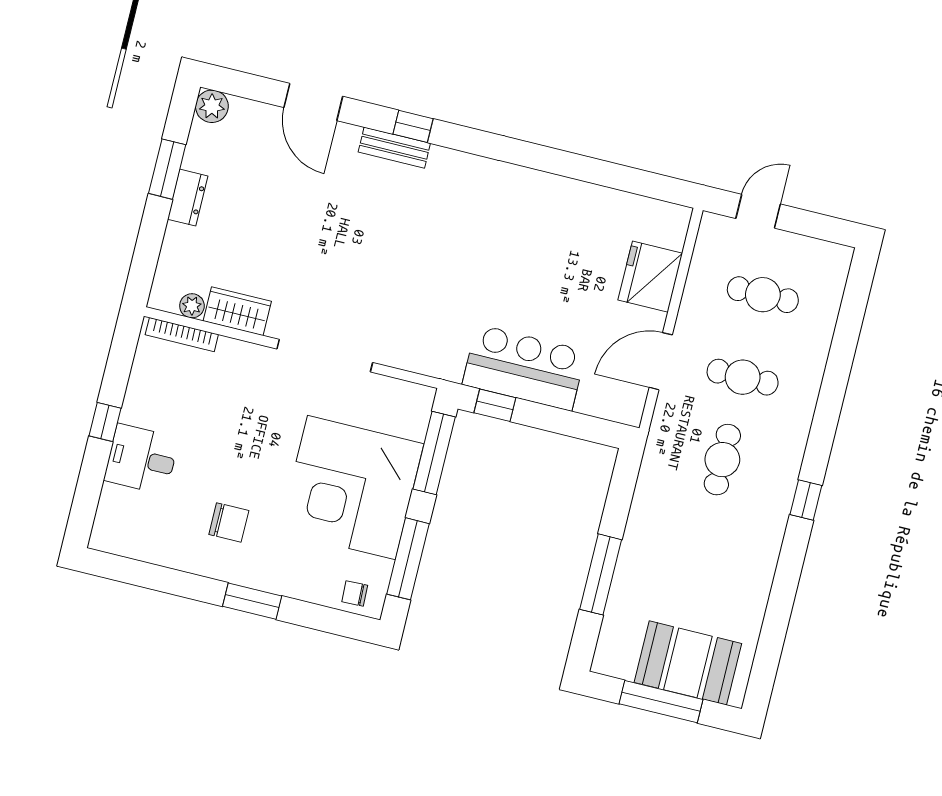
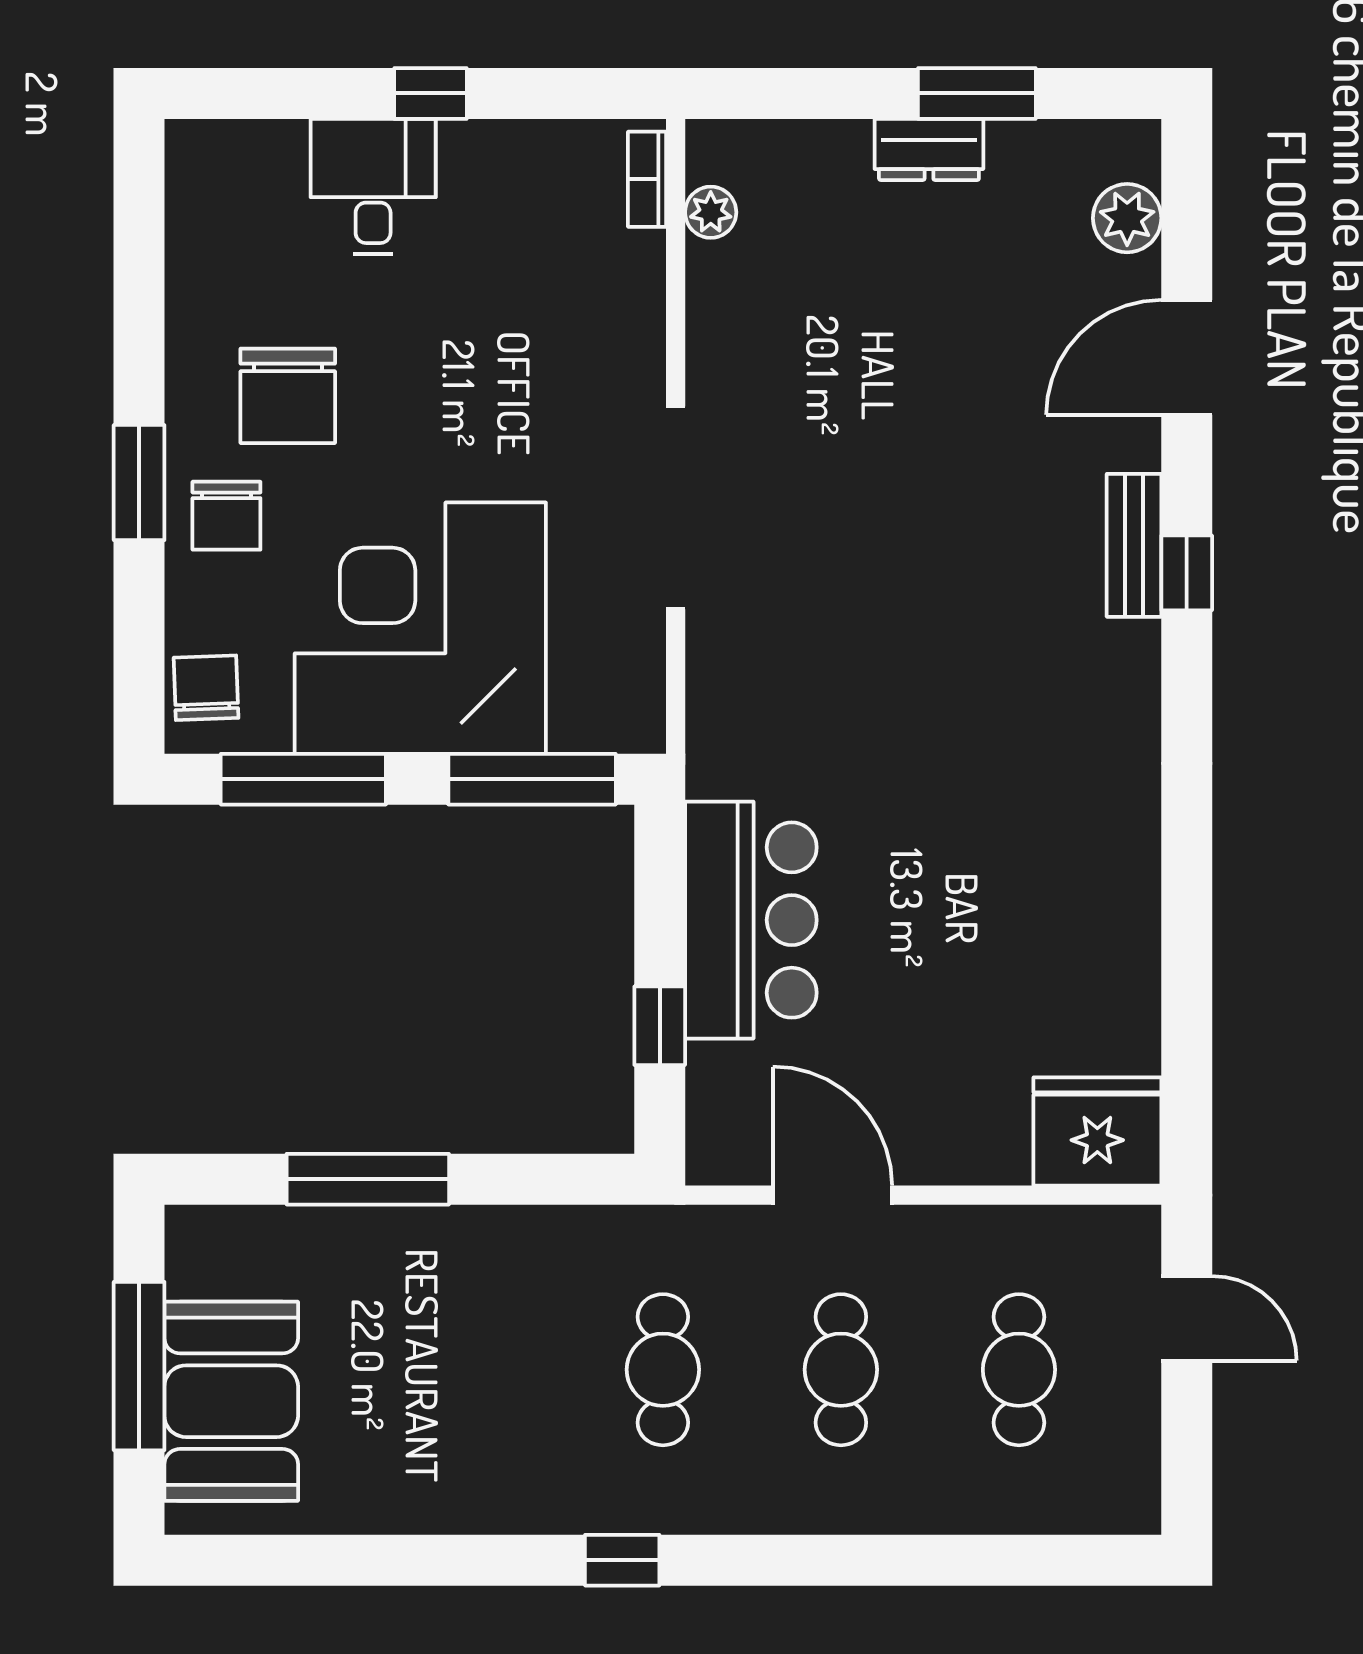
plant: (212, 106) -> (1127, 218), moved
fridge: (650, 277) -> (1097, 1131), moved
wardrobe: (237, 311) -> (722, 307), removed
bookcase: (182, 335) -> (647, 179), width x0.64
window: (495, 405) -> (660, 1026), moved
cafe table: (722, 460) -> (663, 1370), turned 90
chair: (229, 522) -> (288, 396), width x1.37, depth x1.37
chair: (277, 564) -> (226, 516), added
chair: (355, 593) -> (206, 688), width x1.37, depth x1.37

